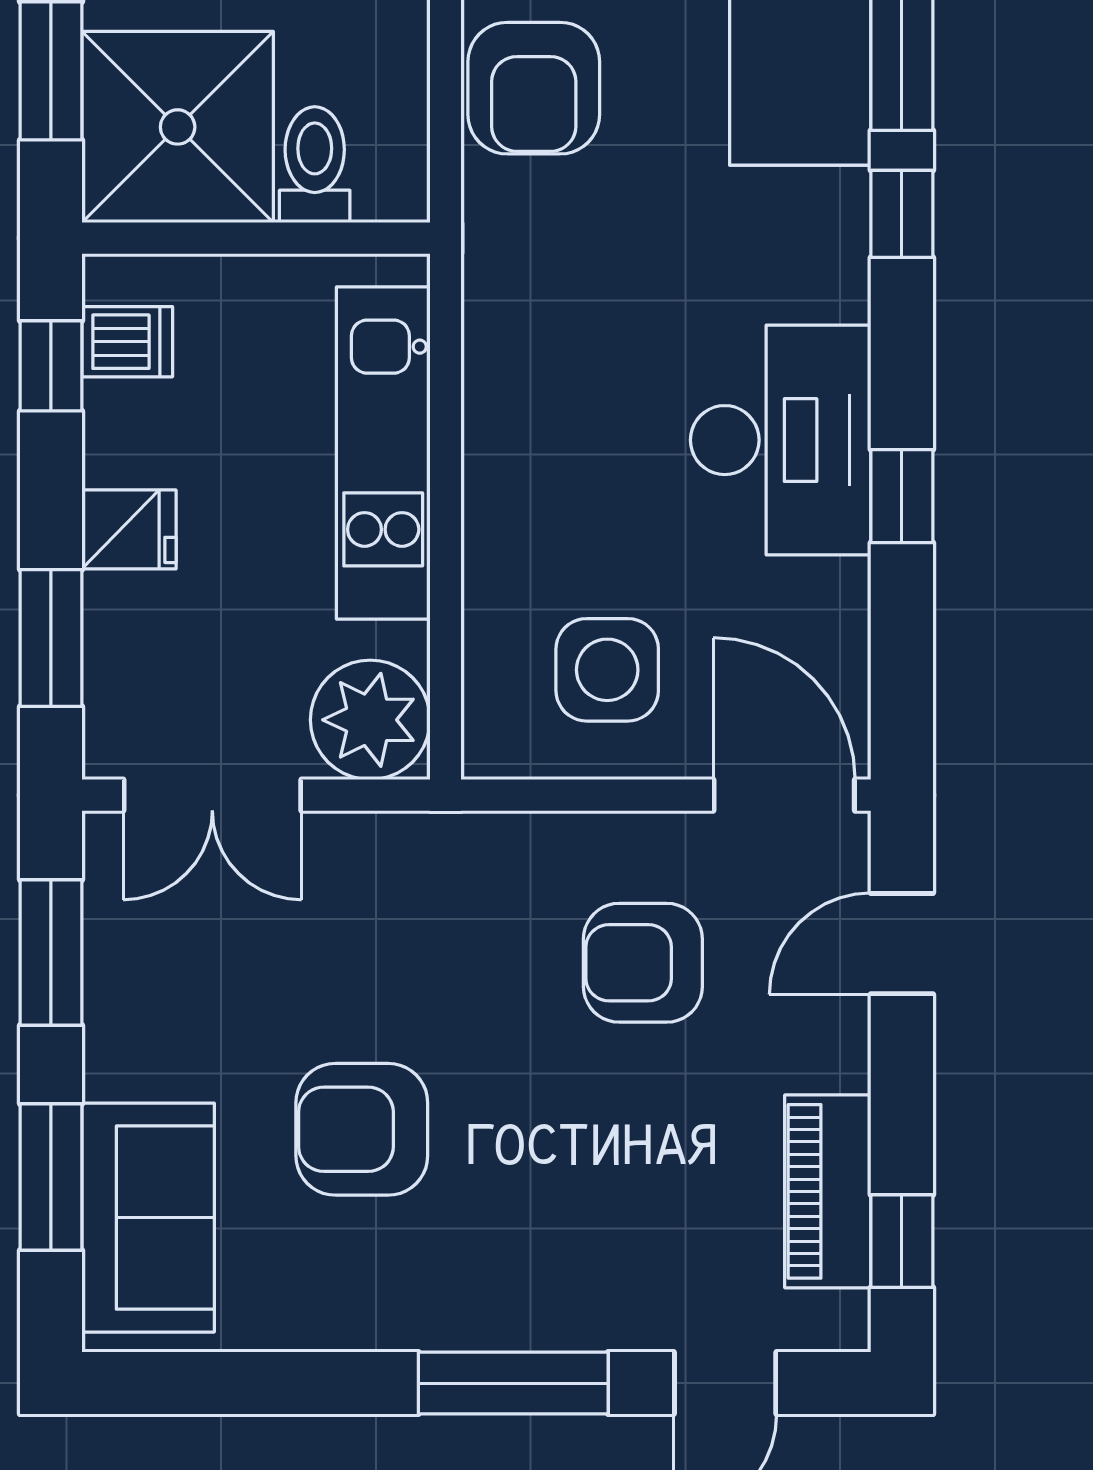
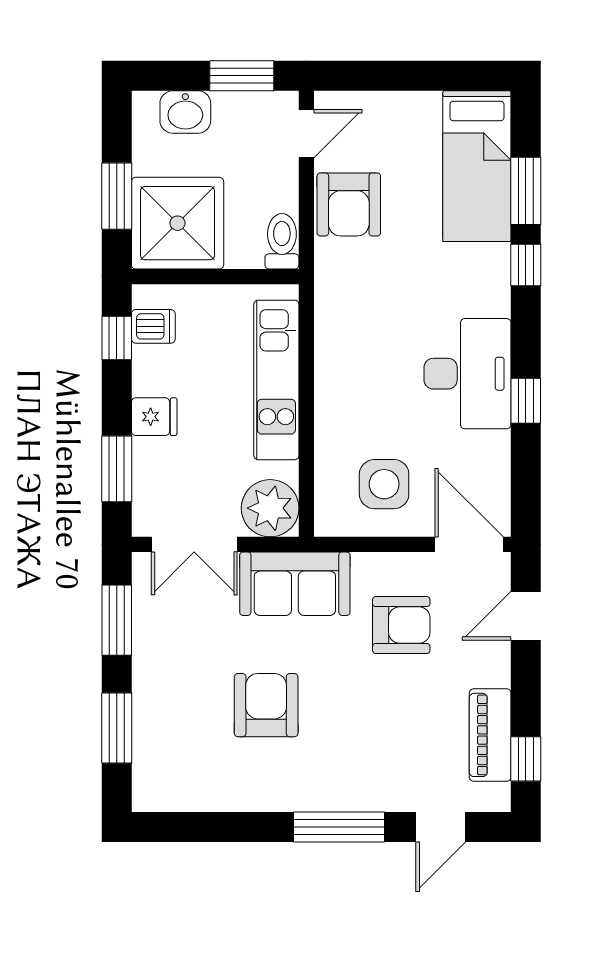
toilet: (315, 165) -> (282, 241), moved
armchair: (643, 963) -> (401, 625), turned 180
armchair: (362, 1129) -> (266, 705), turned 90
sofa: (148, 1218) -> (295, 584), moved, turned 90

